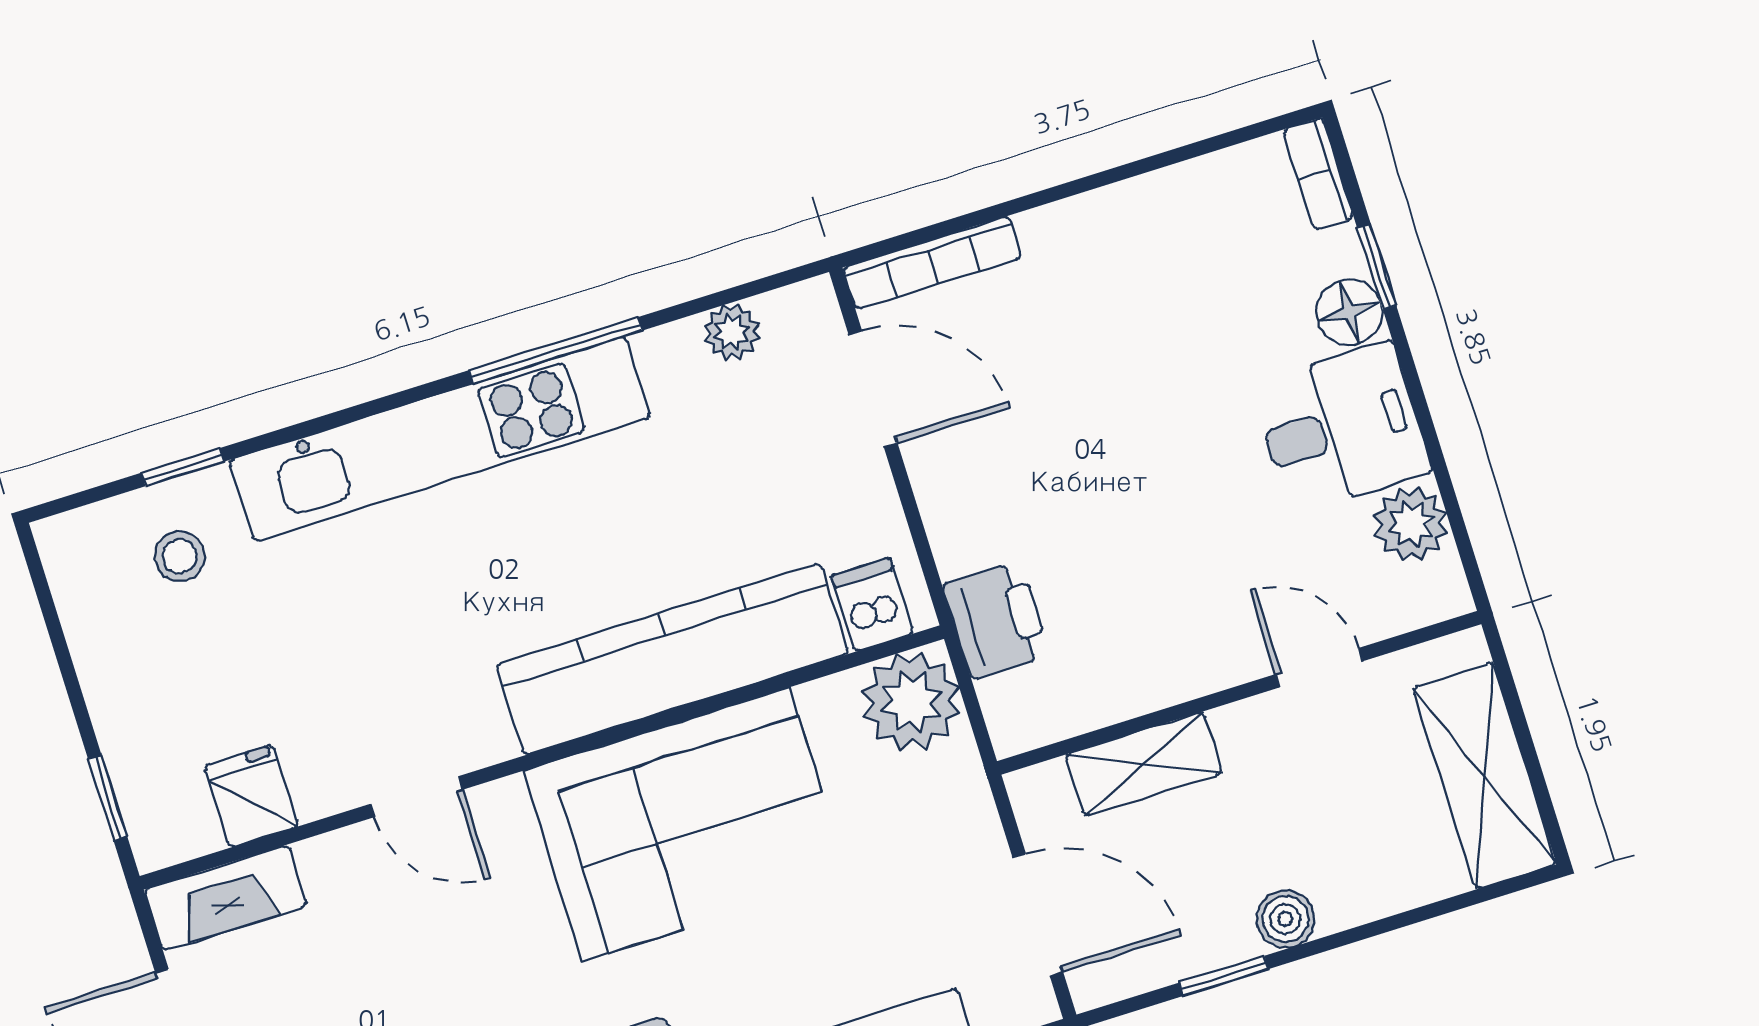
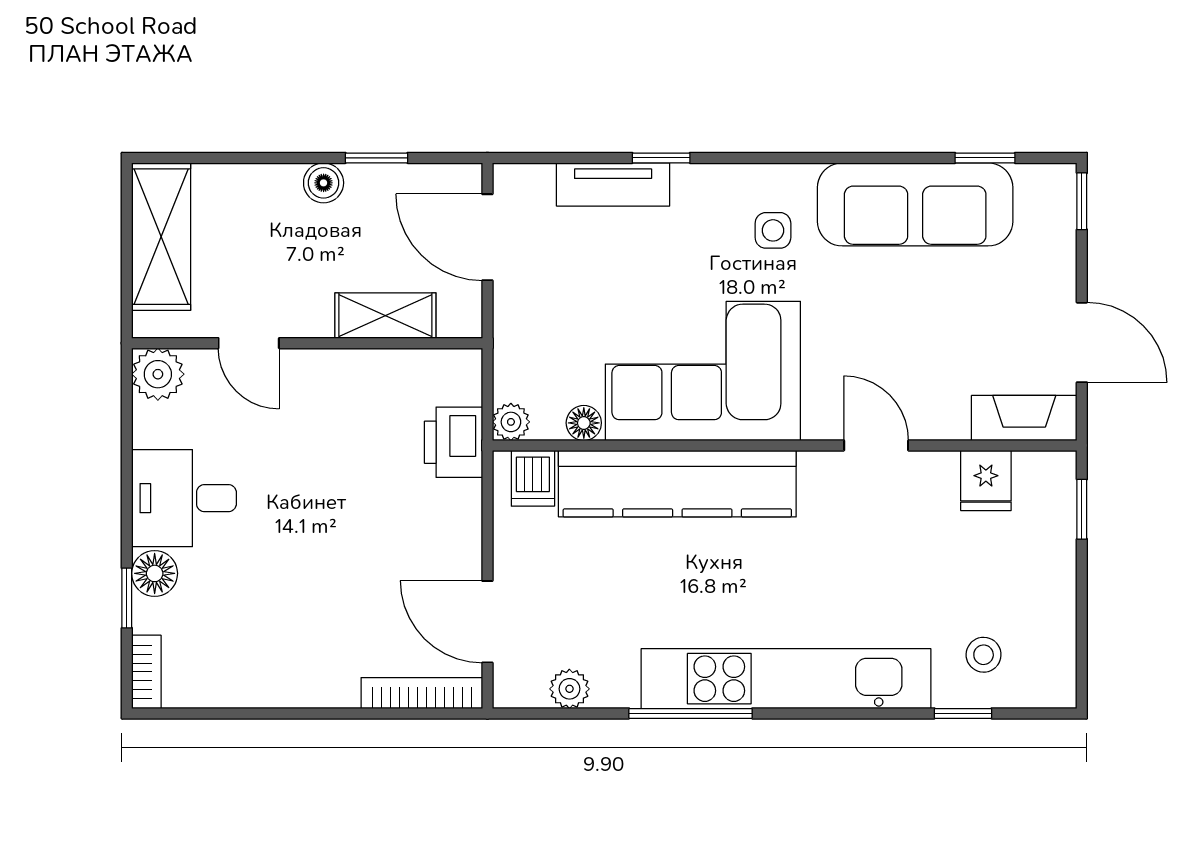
plant: (1411, 524) -> (158, 374), moved
floor lamp: (826, 702) -> (584, 423), added
plant: (911, 702) -> (511, 422), width x0.53, depth x0.53

